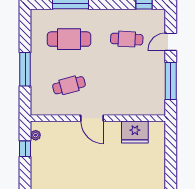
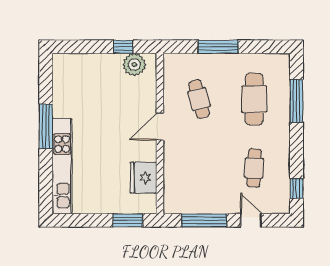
plant: (36, 135) -> (134, 64), width x1.88, depth x1.88
window: (171, 145) -> (128, 220), added

